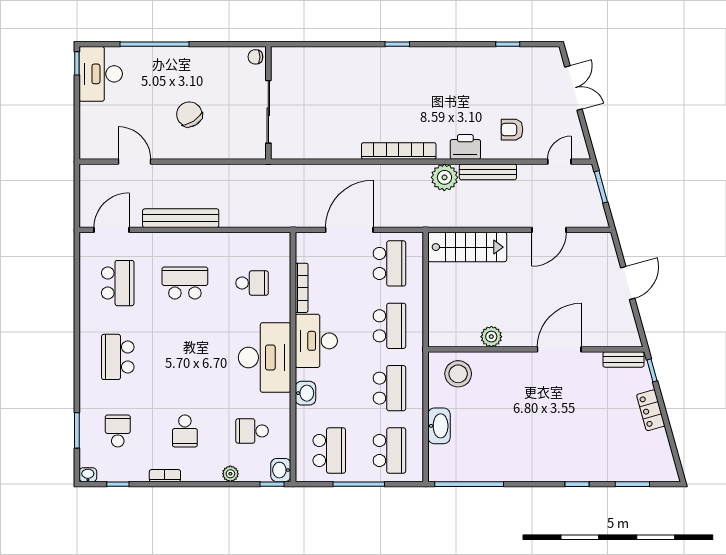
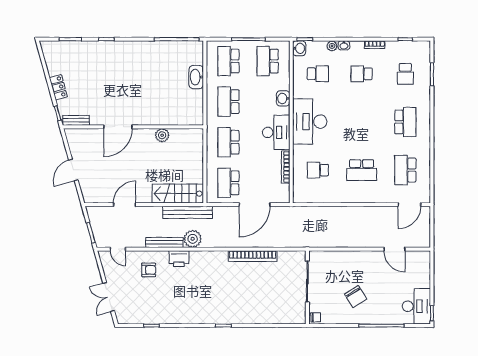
chair: (189, 114) -> (356, 297), moved
bookcase: (399, 151) -> (253, 256), moved
door: (559, 162) -> (118, 249), hinge flipped
bench: (181, 218) -> (188, 212), moved
stool: (458, 374) -> (184, 111), removed
school desk: (185, 431) -> (362, 74), turned -90
washbasin: (88, 475) -> (344, 45), moved

